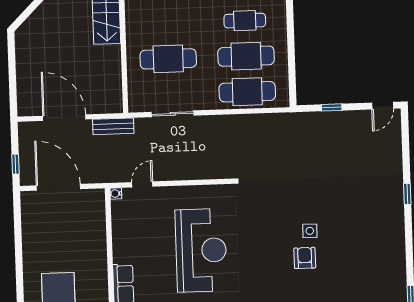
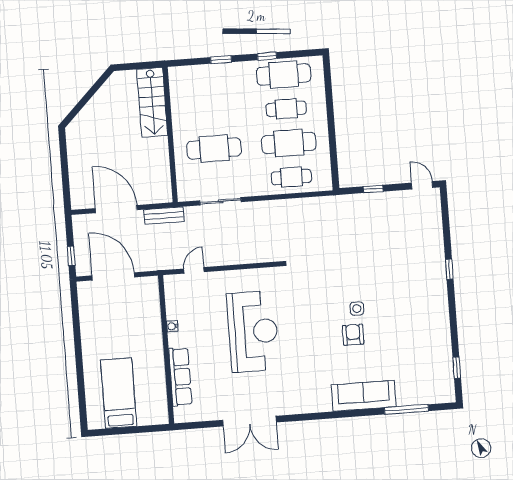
cafe table: (247, 92) -> (291, 177), width x0.73, depth x0.74
door: (383, 106) -> (422, 185), swing flipped
water cooler: (116, 193) -> (172, 326), moved

